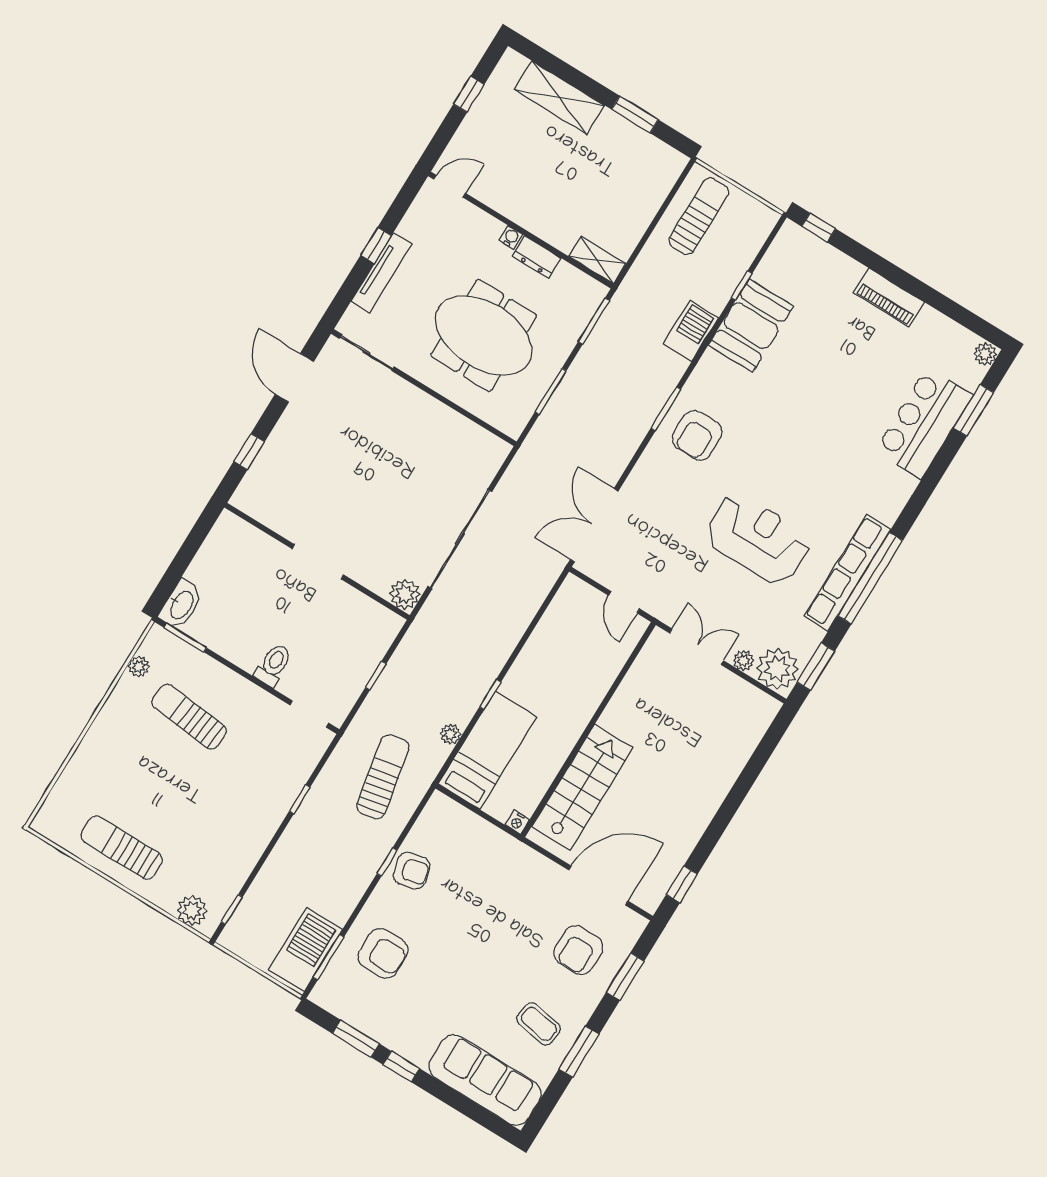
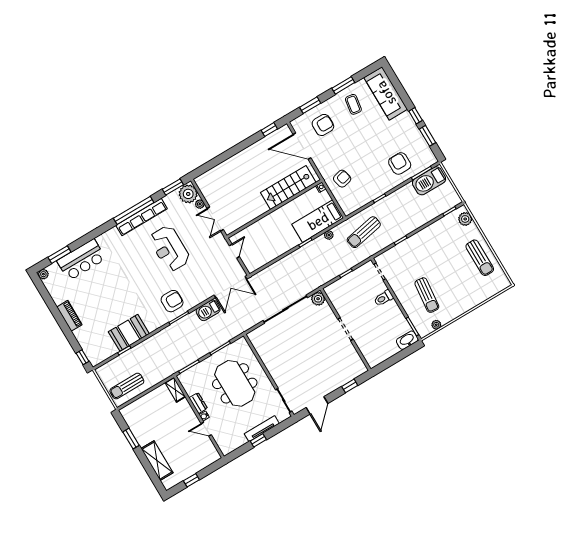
door: (450, 186) -> (206, 429), moved
barbecue: (691, 331) -> (208, 310), moved
armchair: (412, 871) -> (342, 179), moved, turned 89

